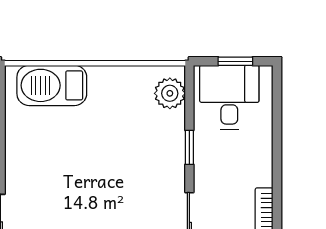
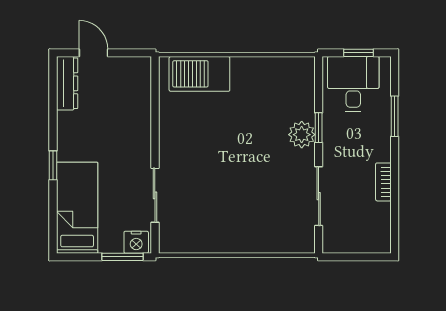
plant: (170, 93) -> (302, 135), moved
window: (277, 134) -> (395, 116), added

